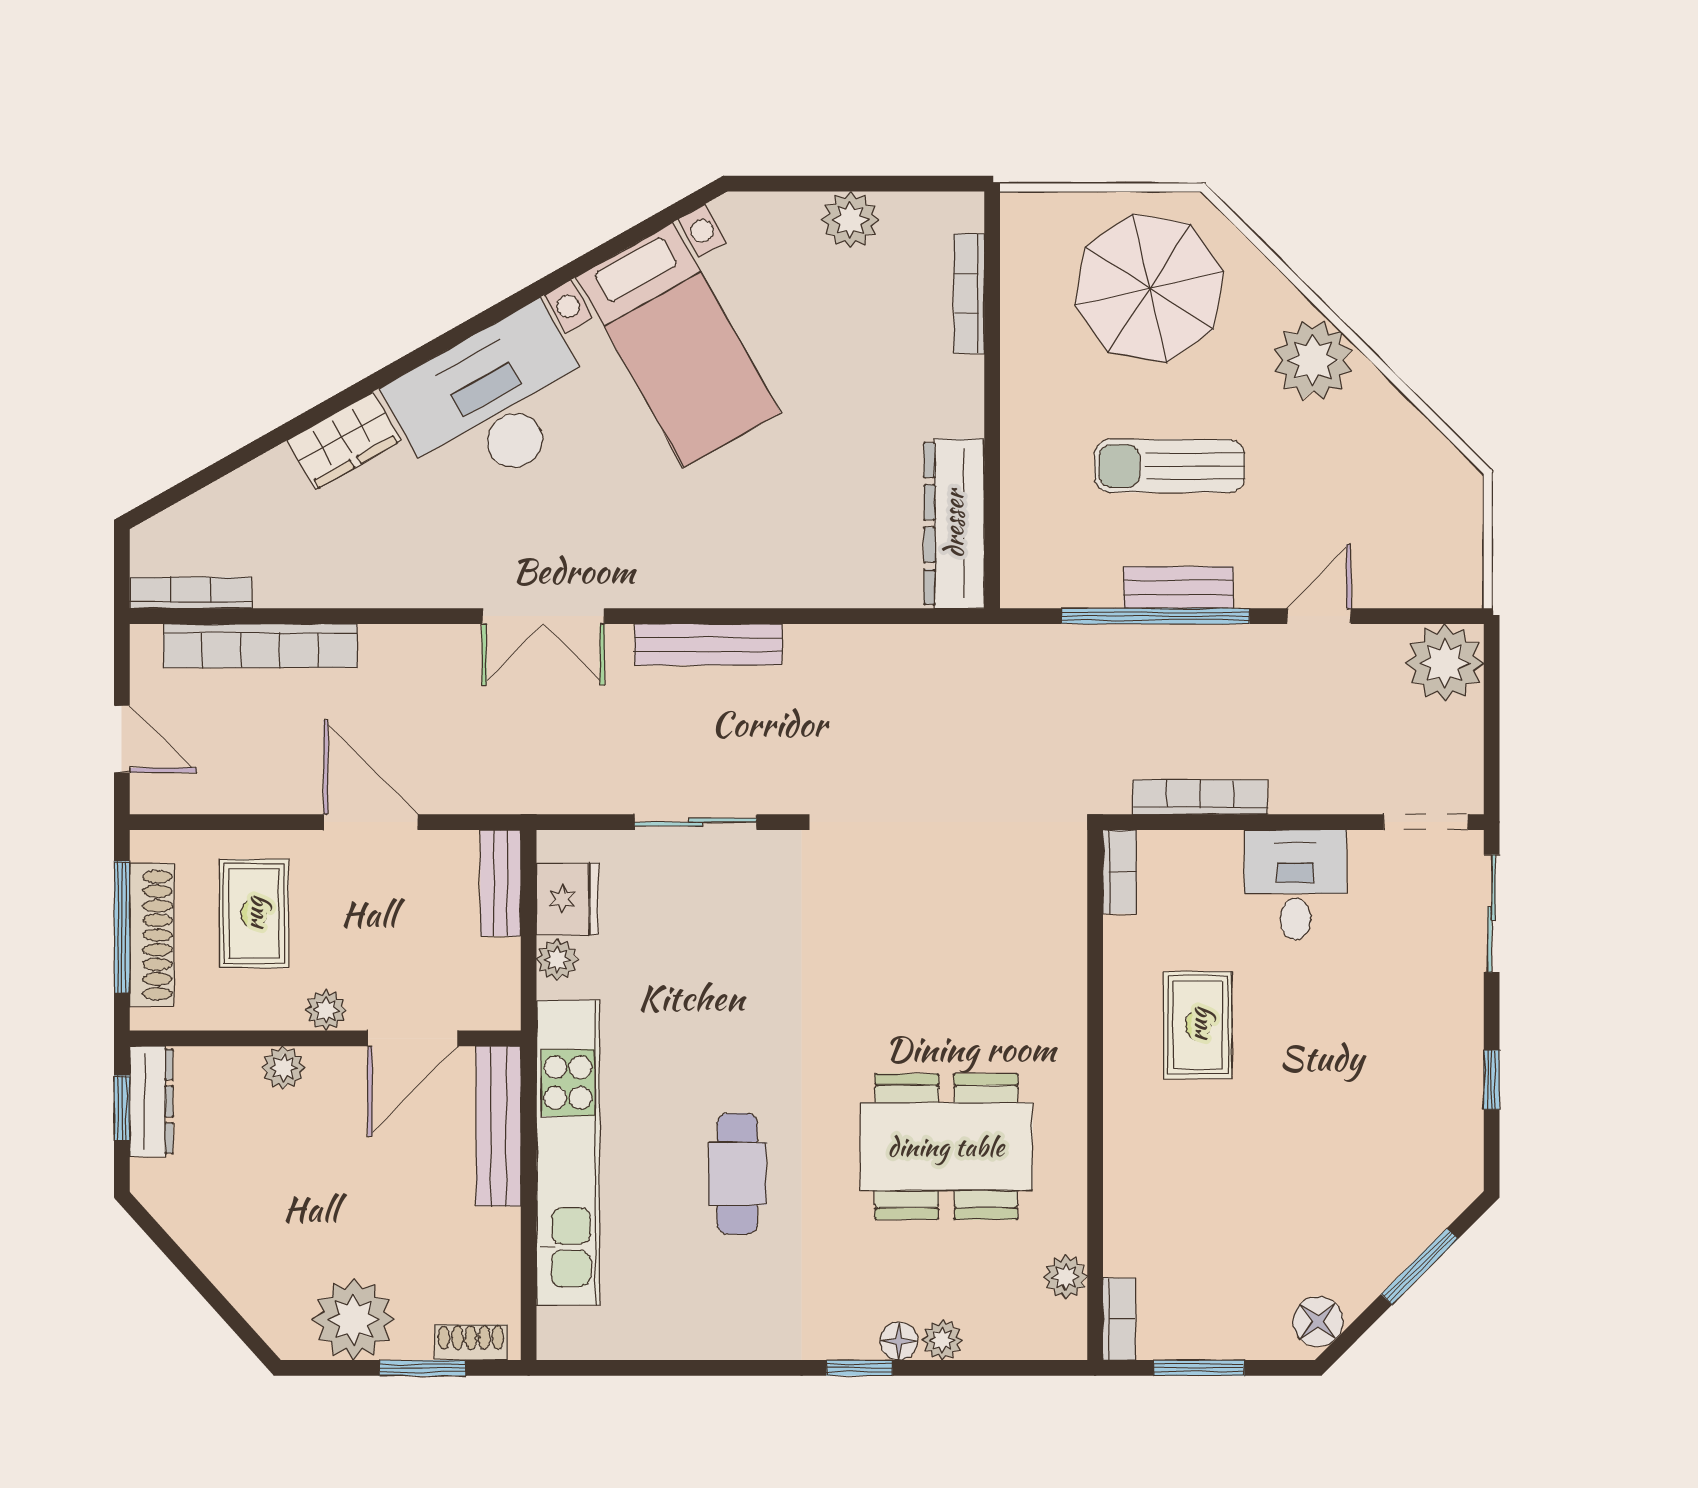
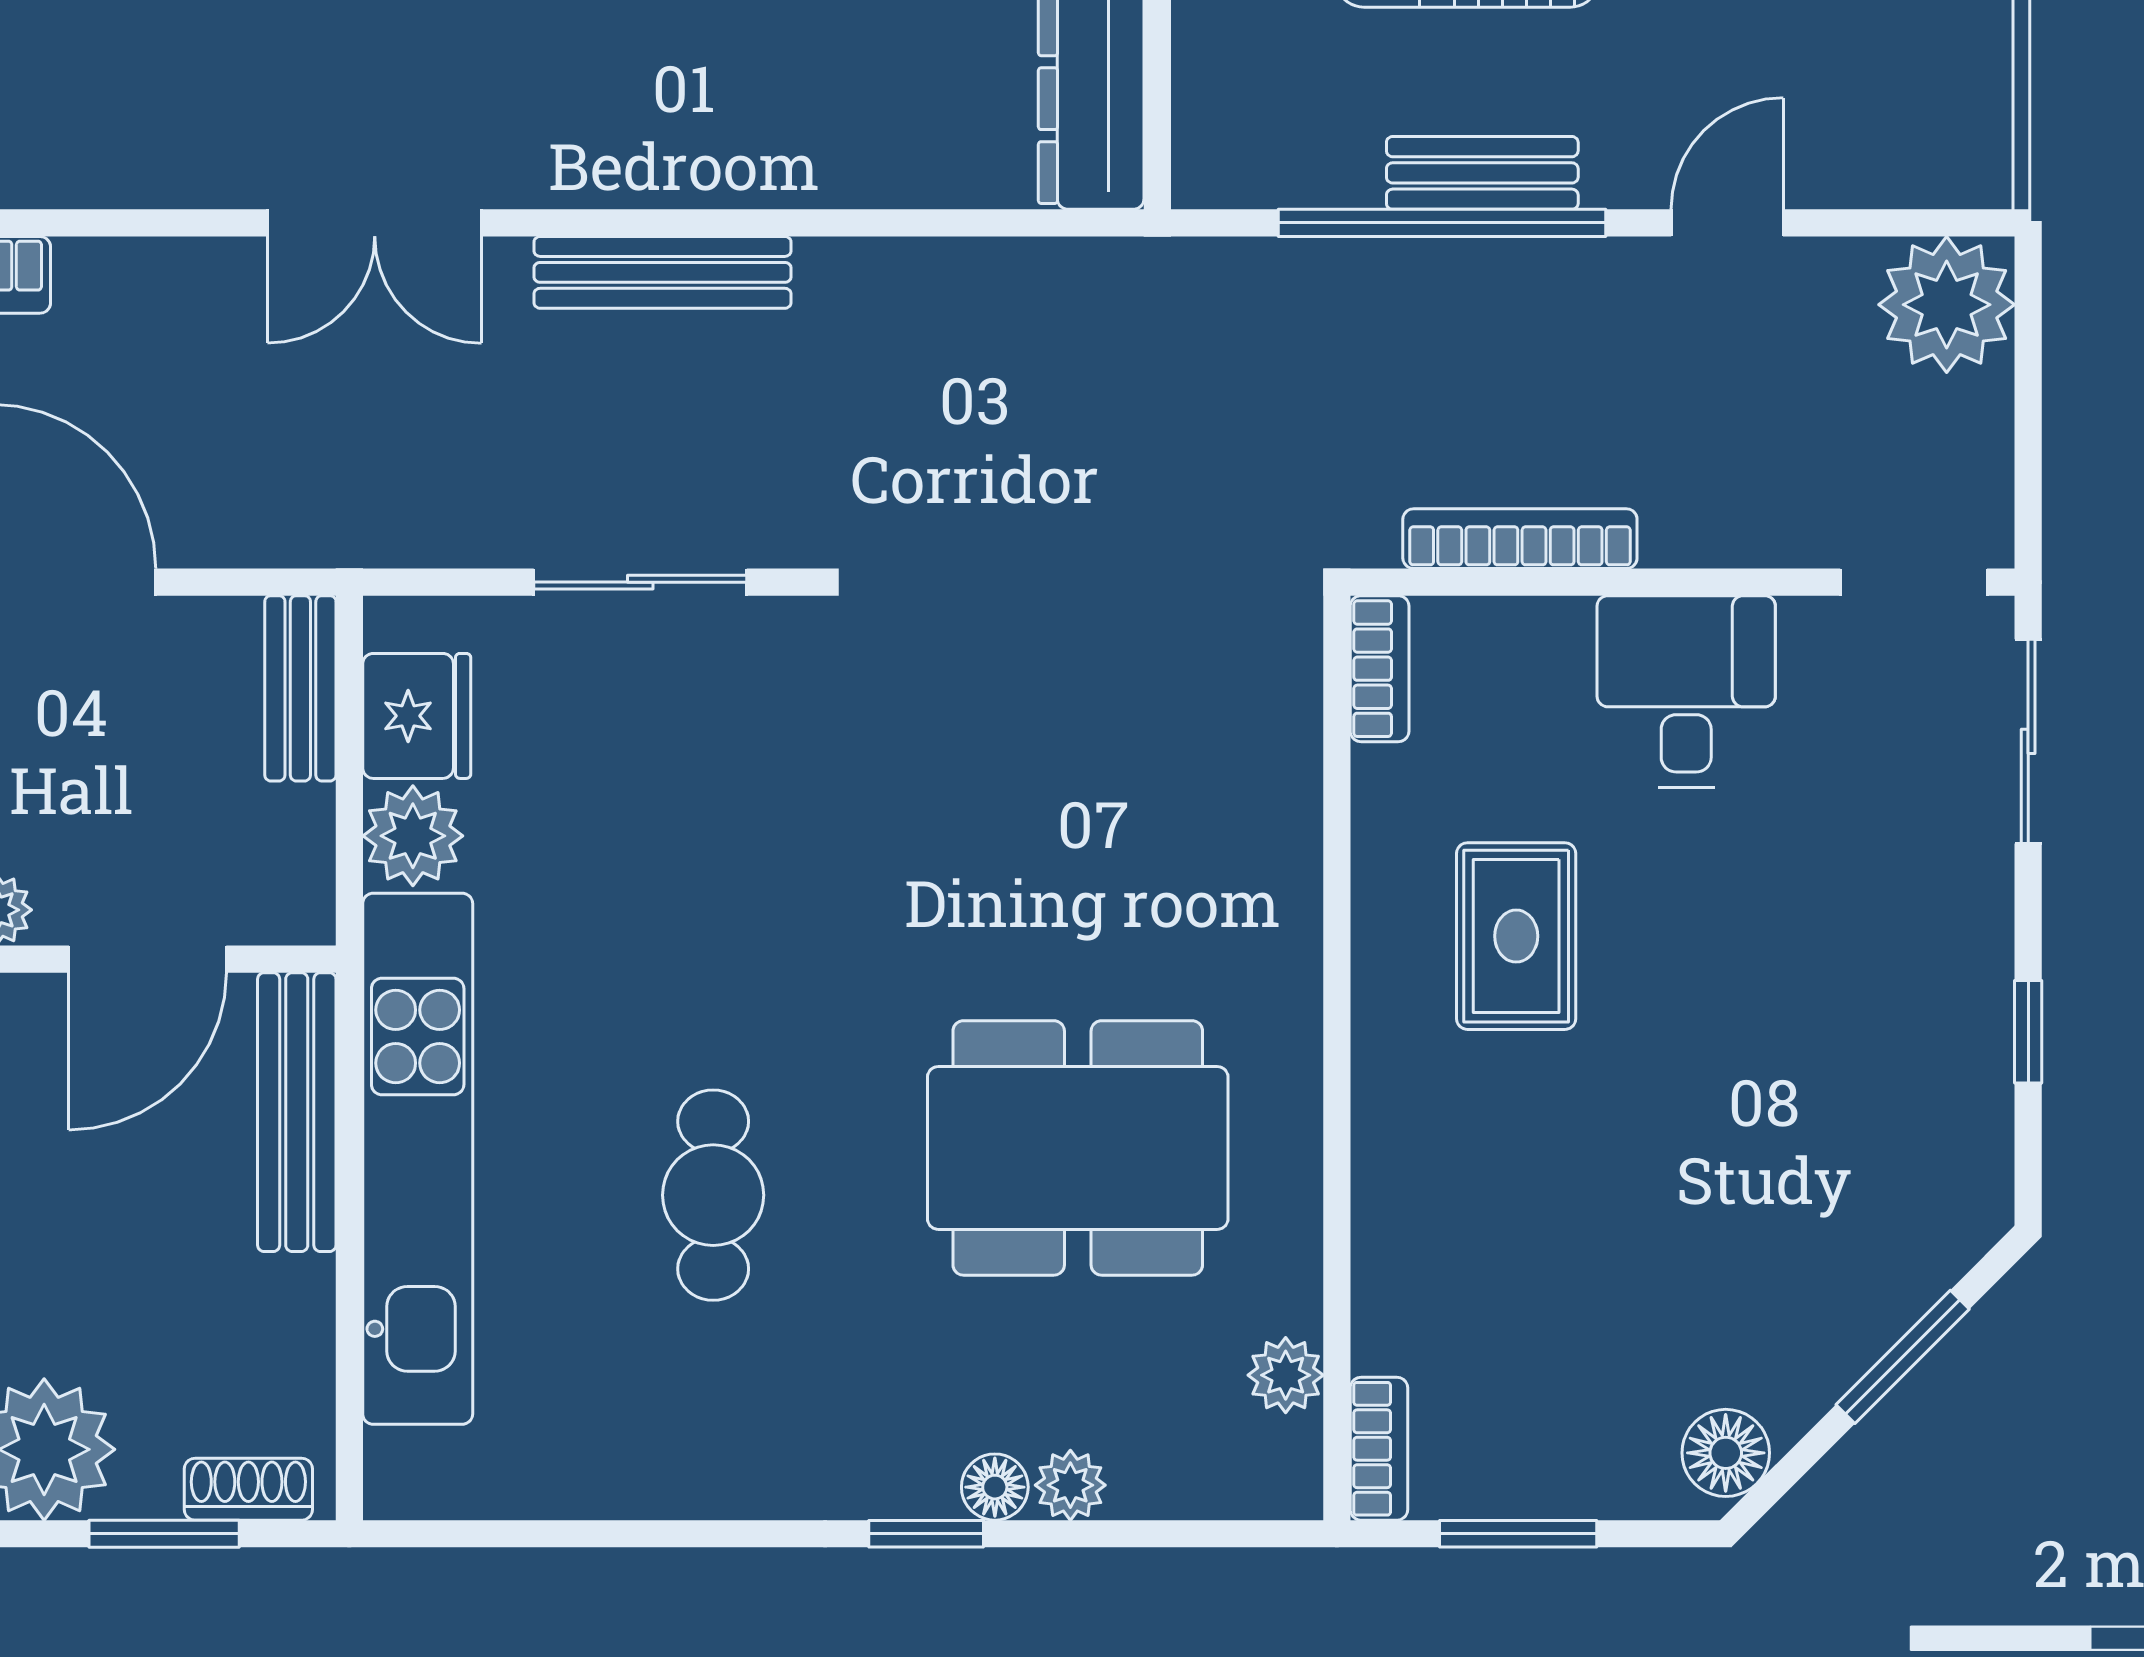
plant: (557, 960) -> (413, 836), width x1.38, depth x1.38

